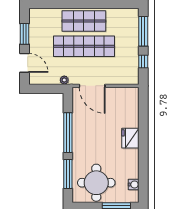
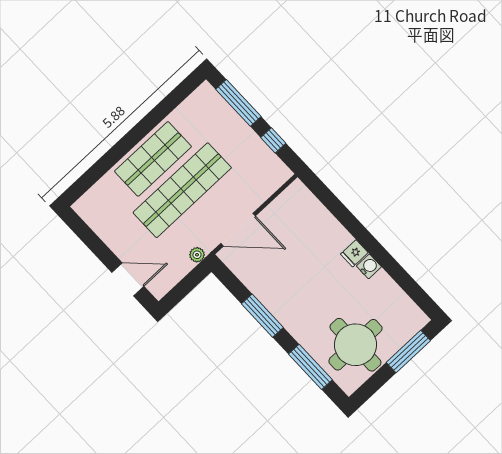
window: (25, 34) -> (94, 244), removed
window: (68, 133) -> (262, 316), width x0.68
fridge: (130, 138) -> (354, 253), width x0.53, depth x0.75
water cooler: (134, 184) -> (369, 266), moved

